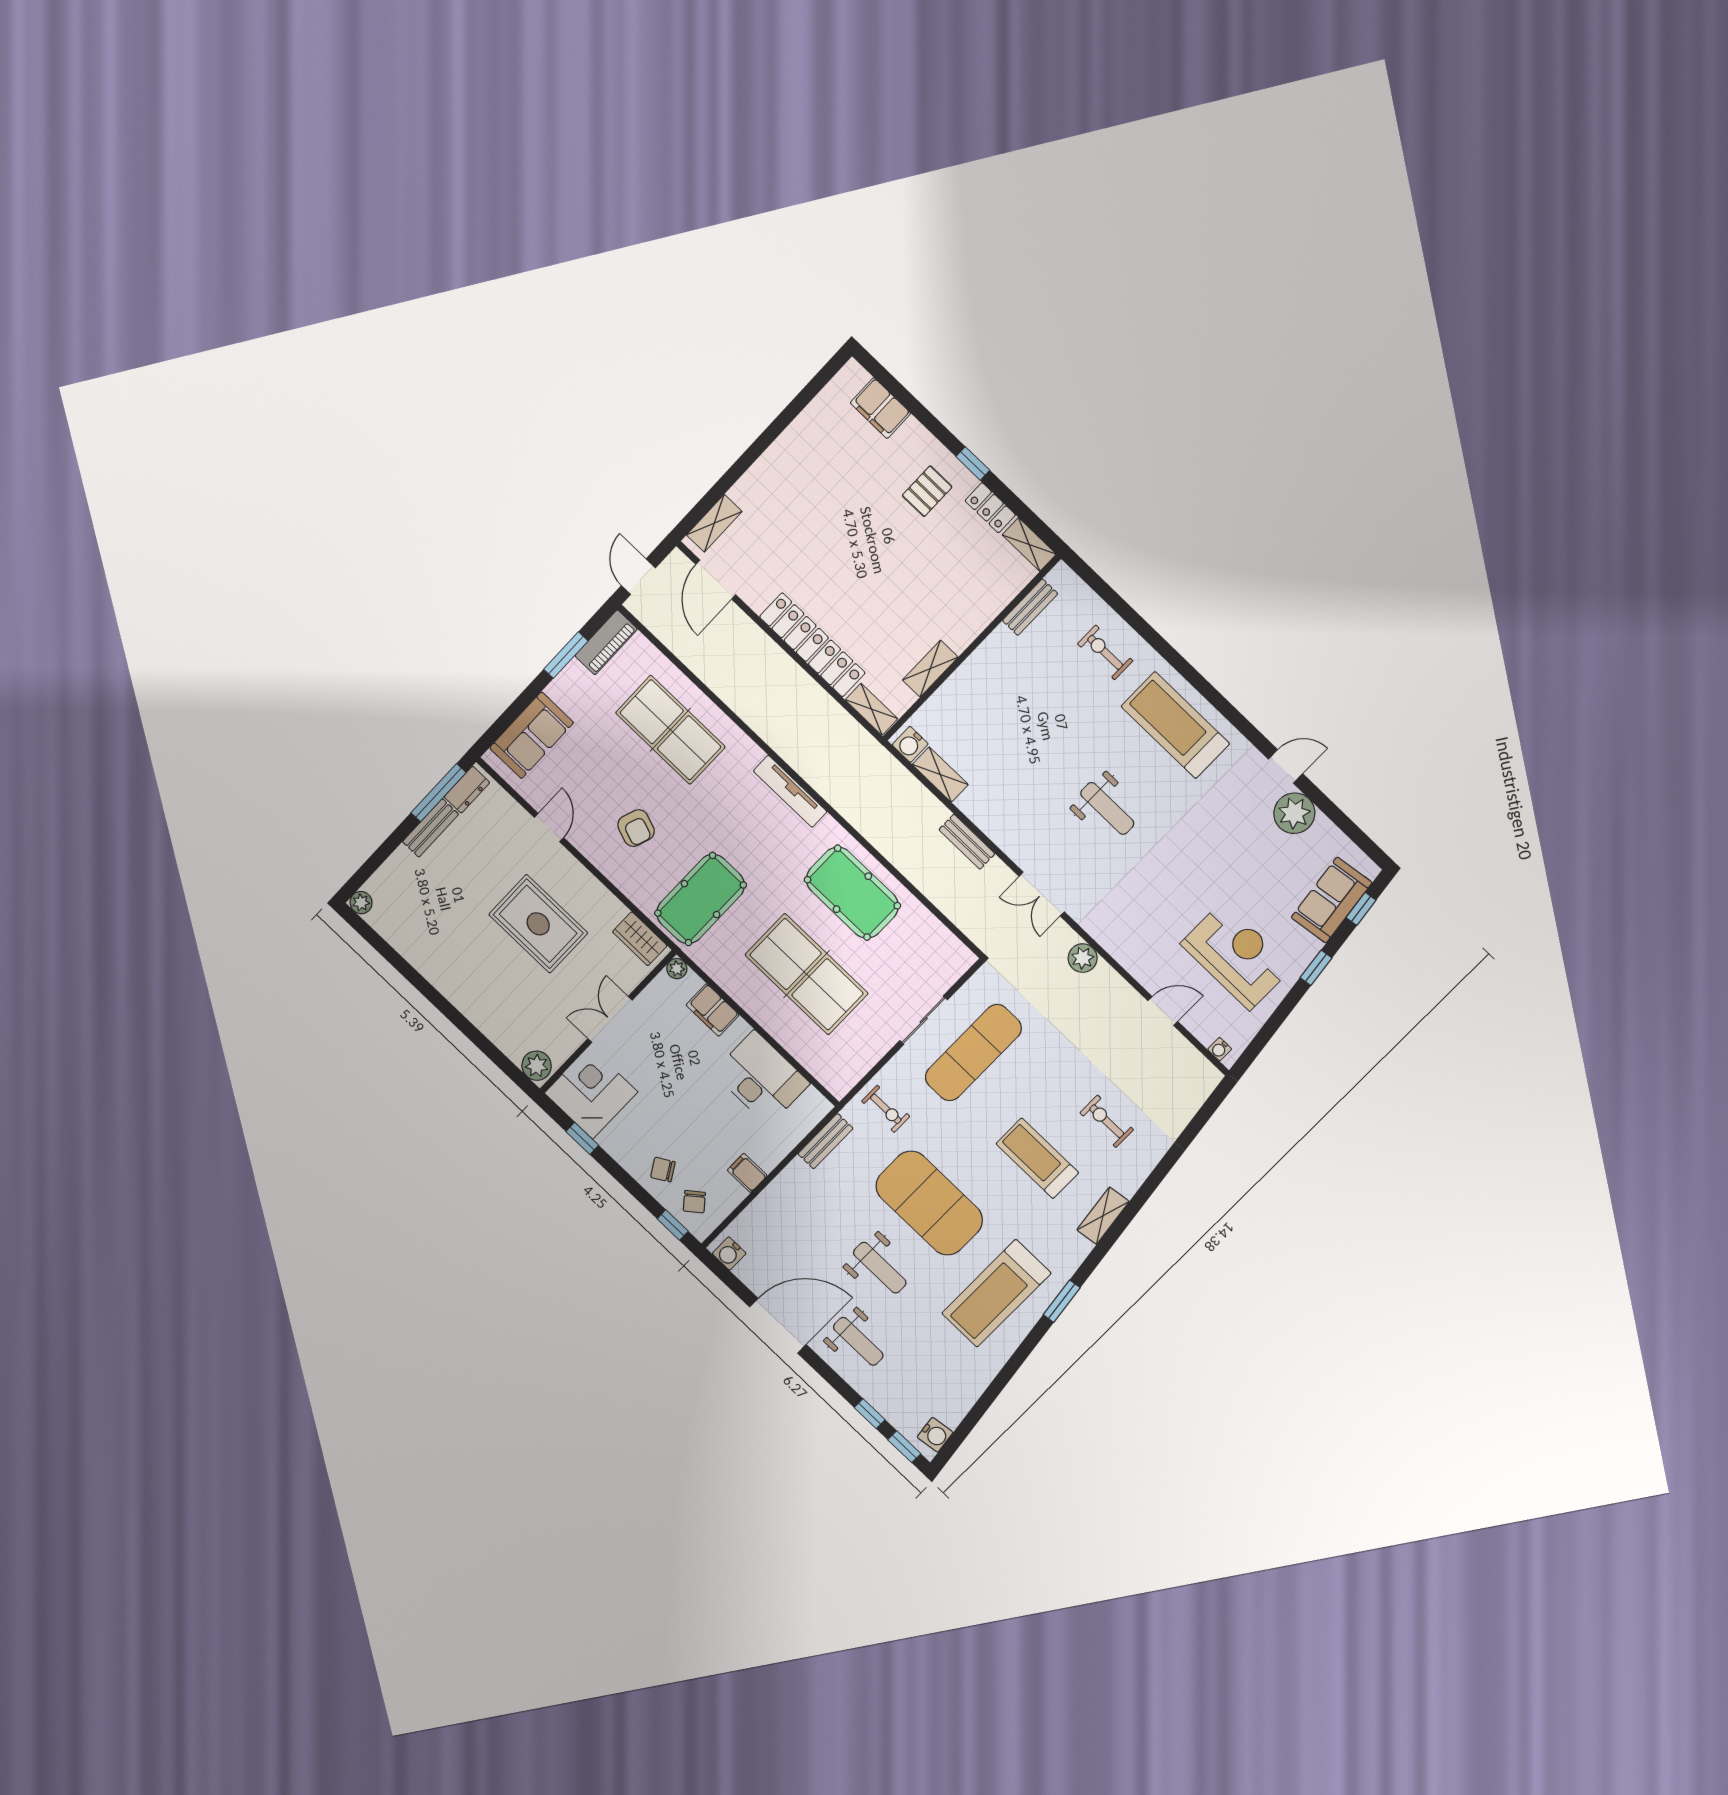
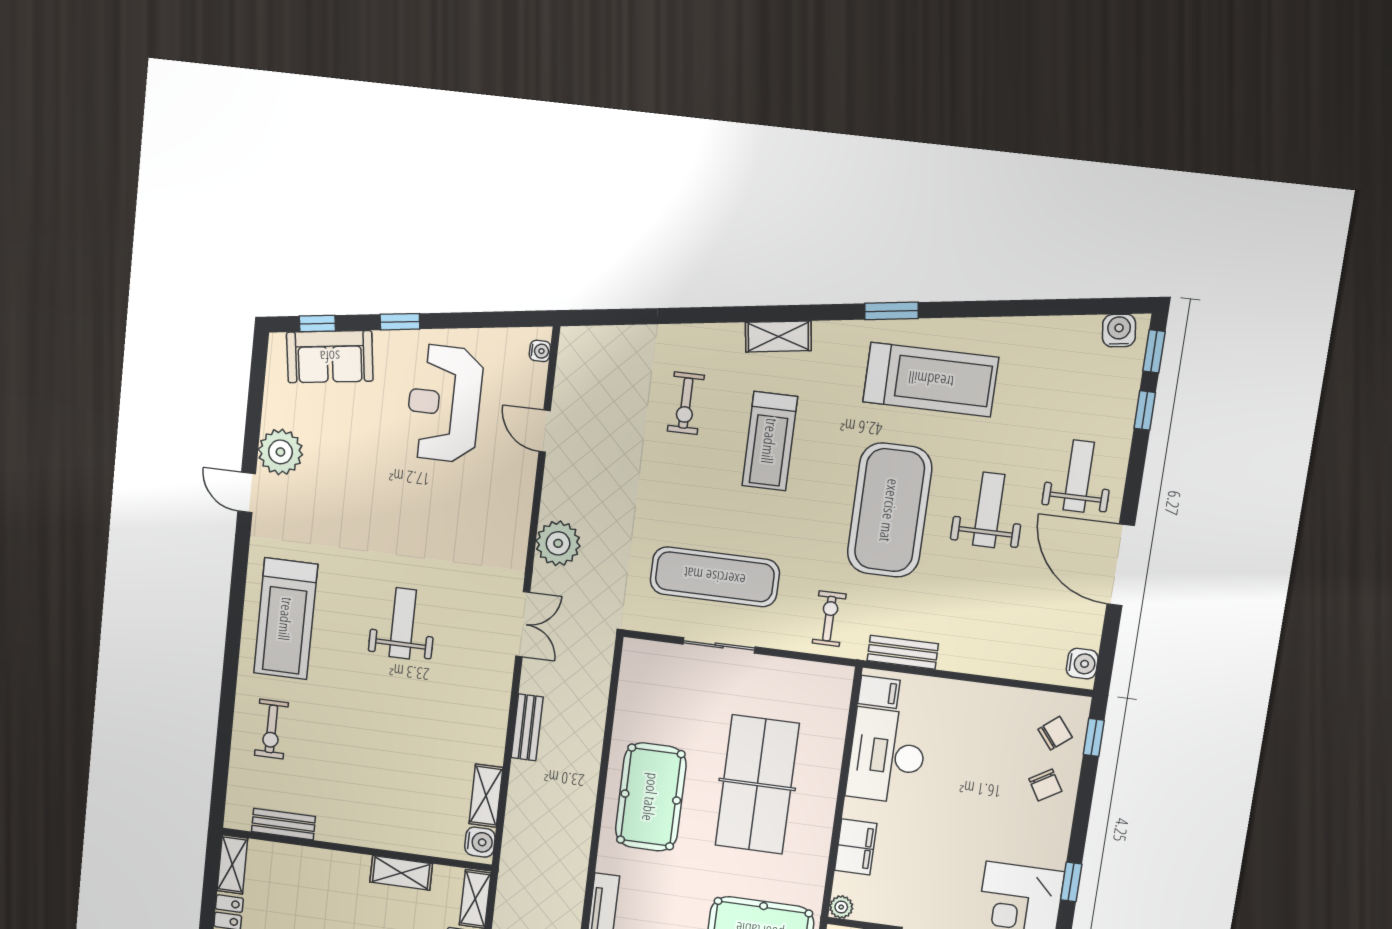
plant: (1083, 958) -> (558, 543), width x1.36, depth x1.36
filing cabinet: (747, 1173) -> (879, 692), moved, turned -90

